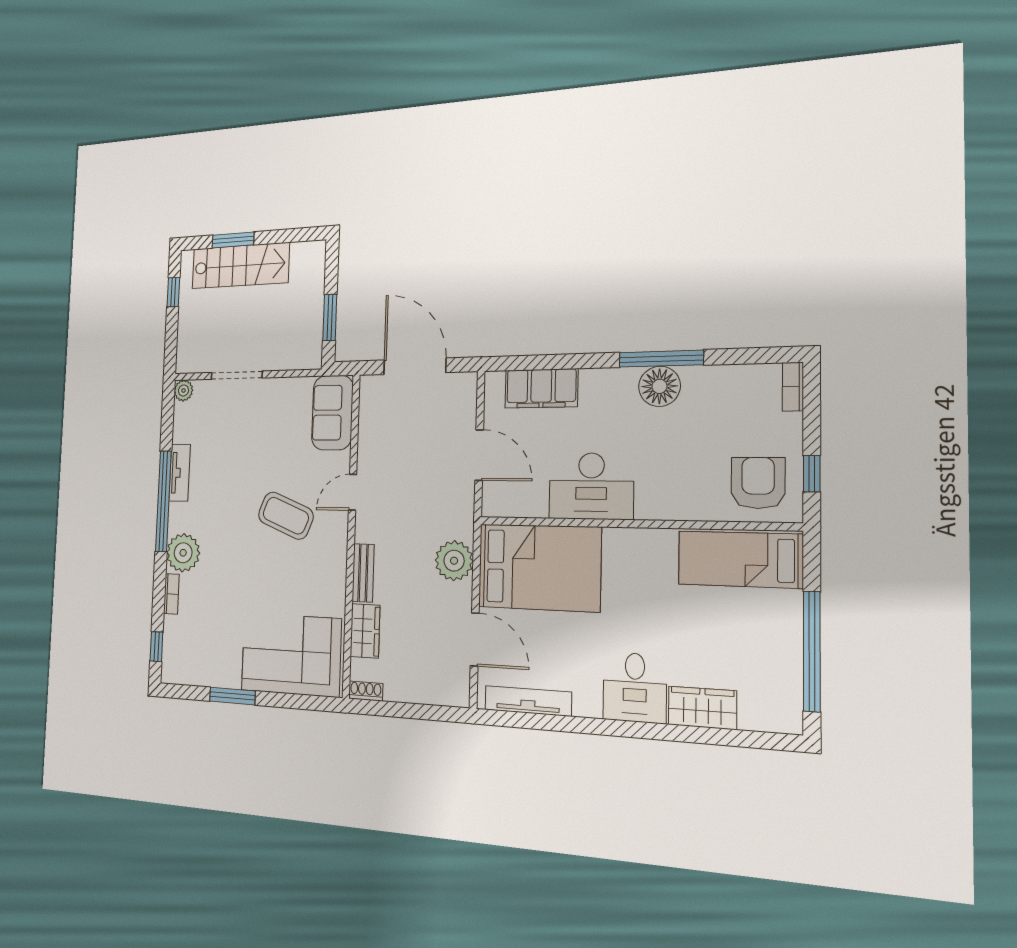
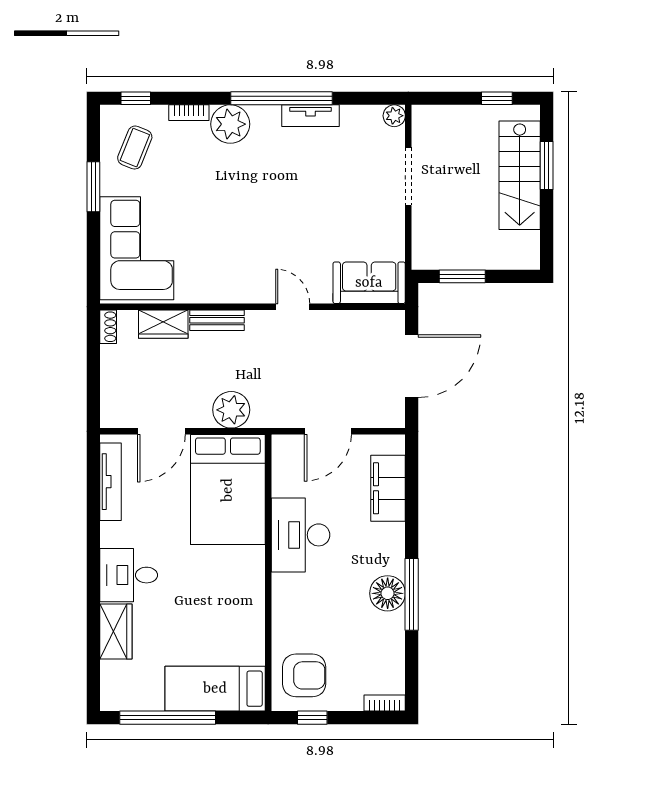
coffee table: (286, 516) -> (135, 148), moved, width x0.73, depth x0.77
bed: (740, 559) -> (215, 689), moved, turned -90

